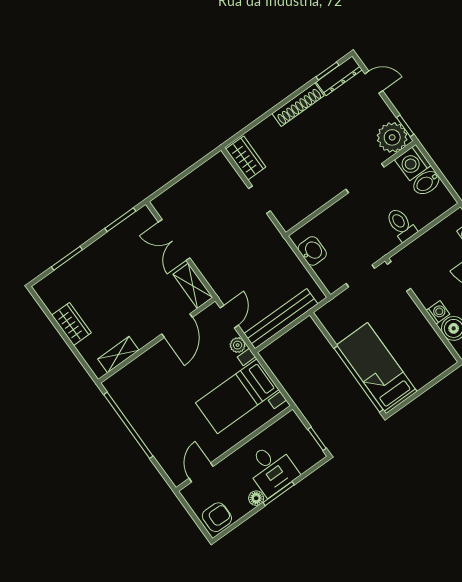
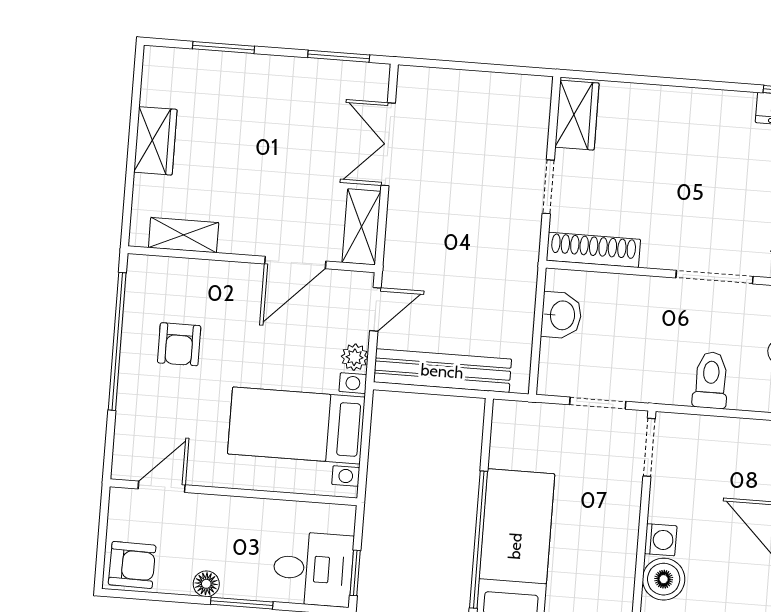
shoe rack: (298, 105) -> (593, 250), moved, turned 180
armchair: (156, 404) -> (179, 344), added
desk: (271, 469) -> (313, 569), moved, turned -90

